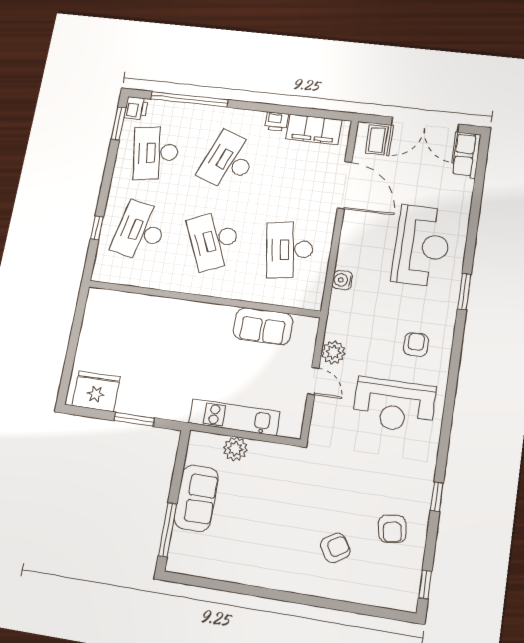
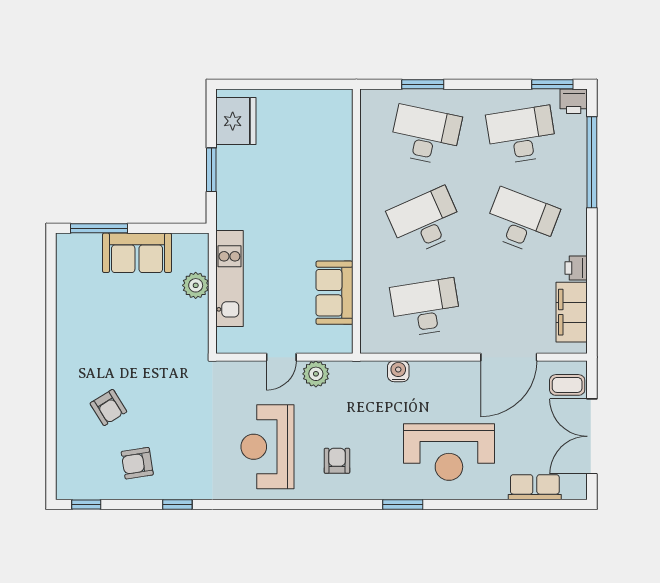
row of seats: (467, 155) -> (535, 487), moved
window: (97, 228) -> (423, 84), width x1.50
armchair: (416, 344) -> (337, 461), turned -90

